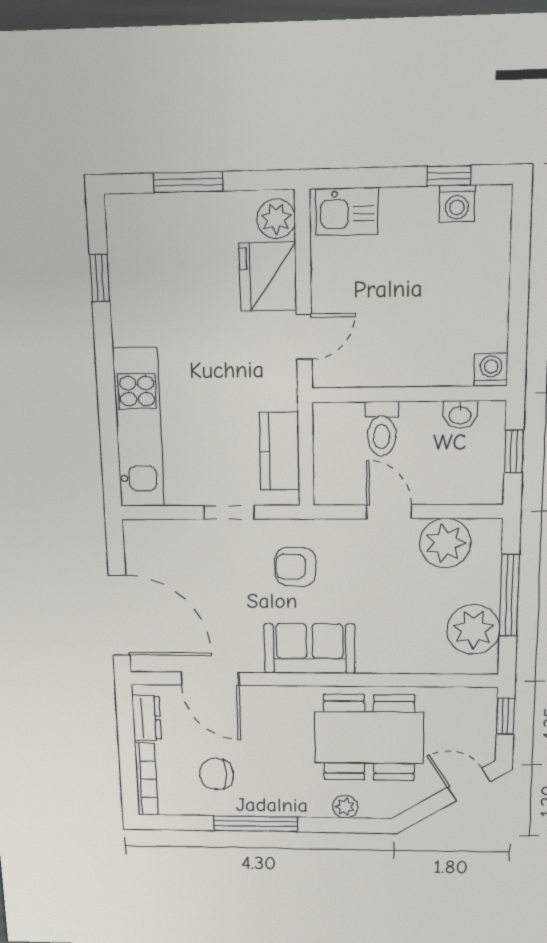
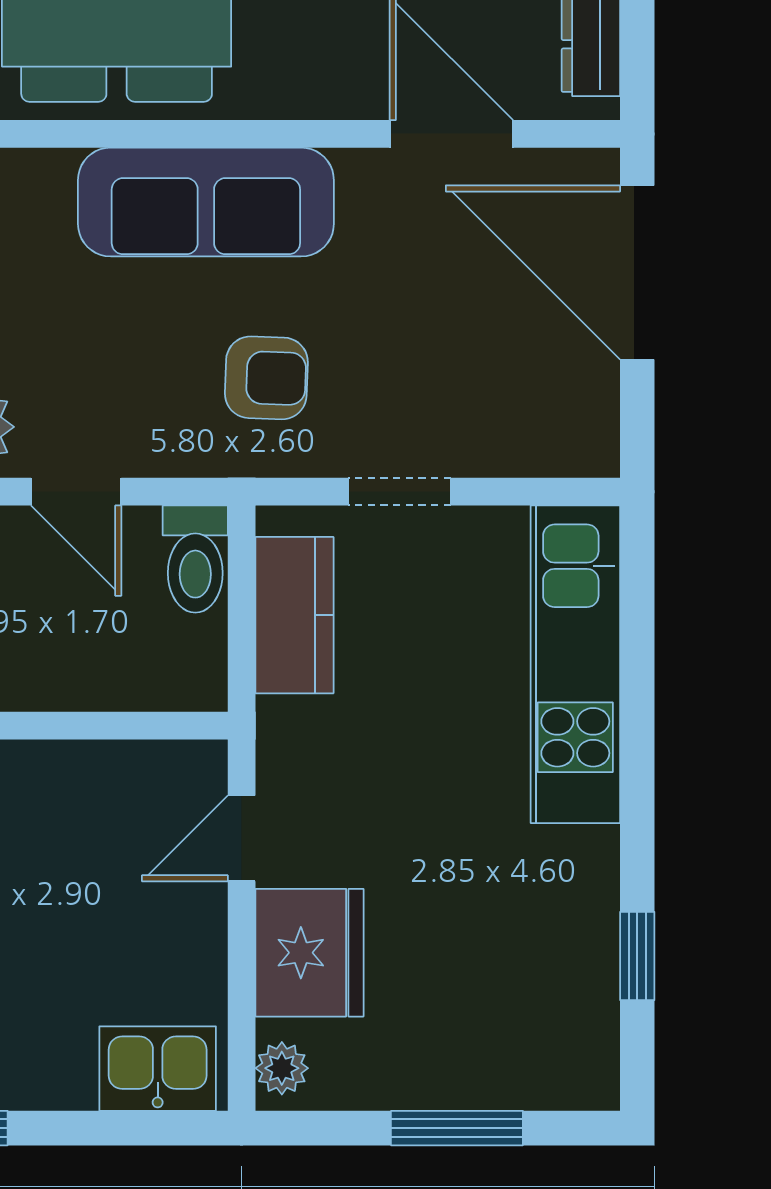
plant: (276, 219) -> (282, 1068), width x0.73, depth x0.73
toilet: (382, 429) -> (195, 559), moved, turned 180
sofa: (310, 649) -> (206, 202), width x1.36

